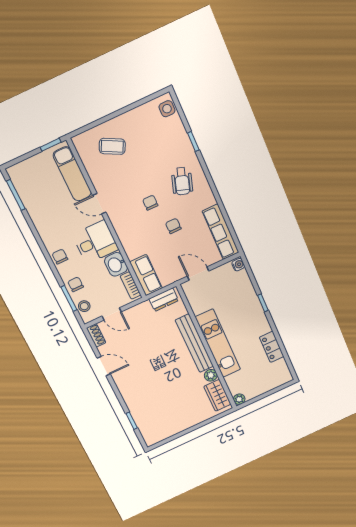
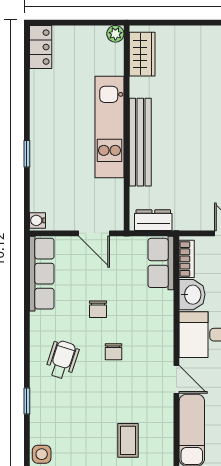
coffee table: (112, 146) -> (128, 440), turned 63
locker: (272, 347) -> (41, 47), moved
plant: (211, 375) -> (138, 87), removed

